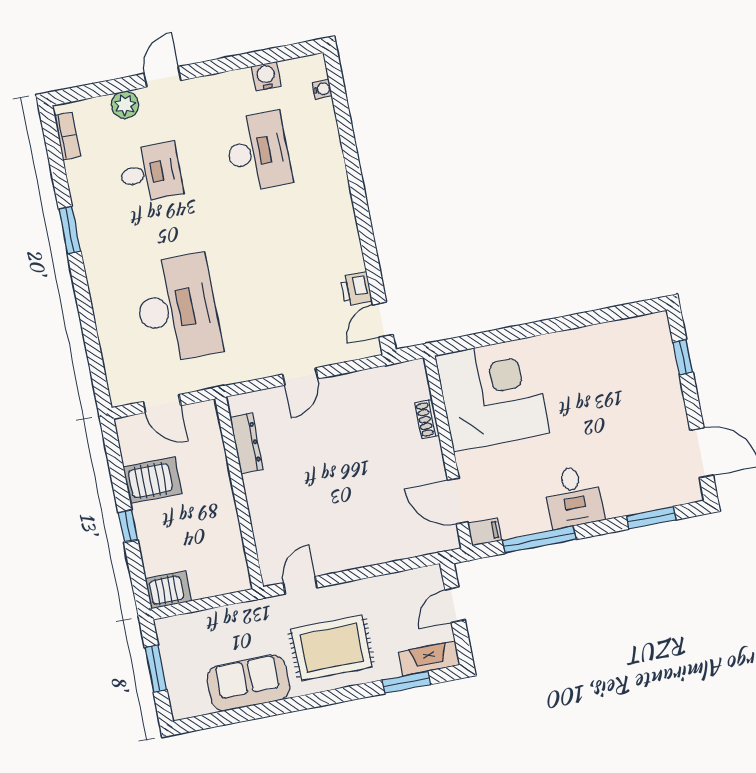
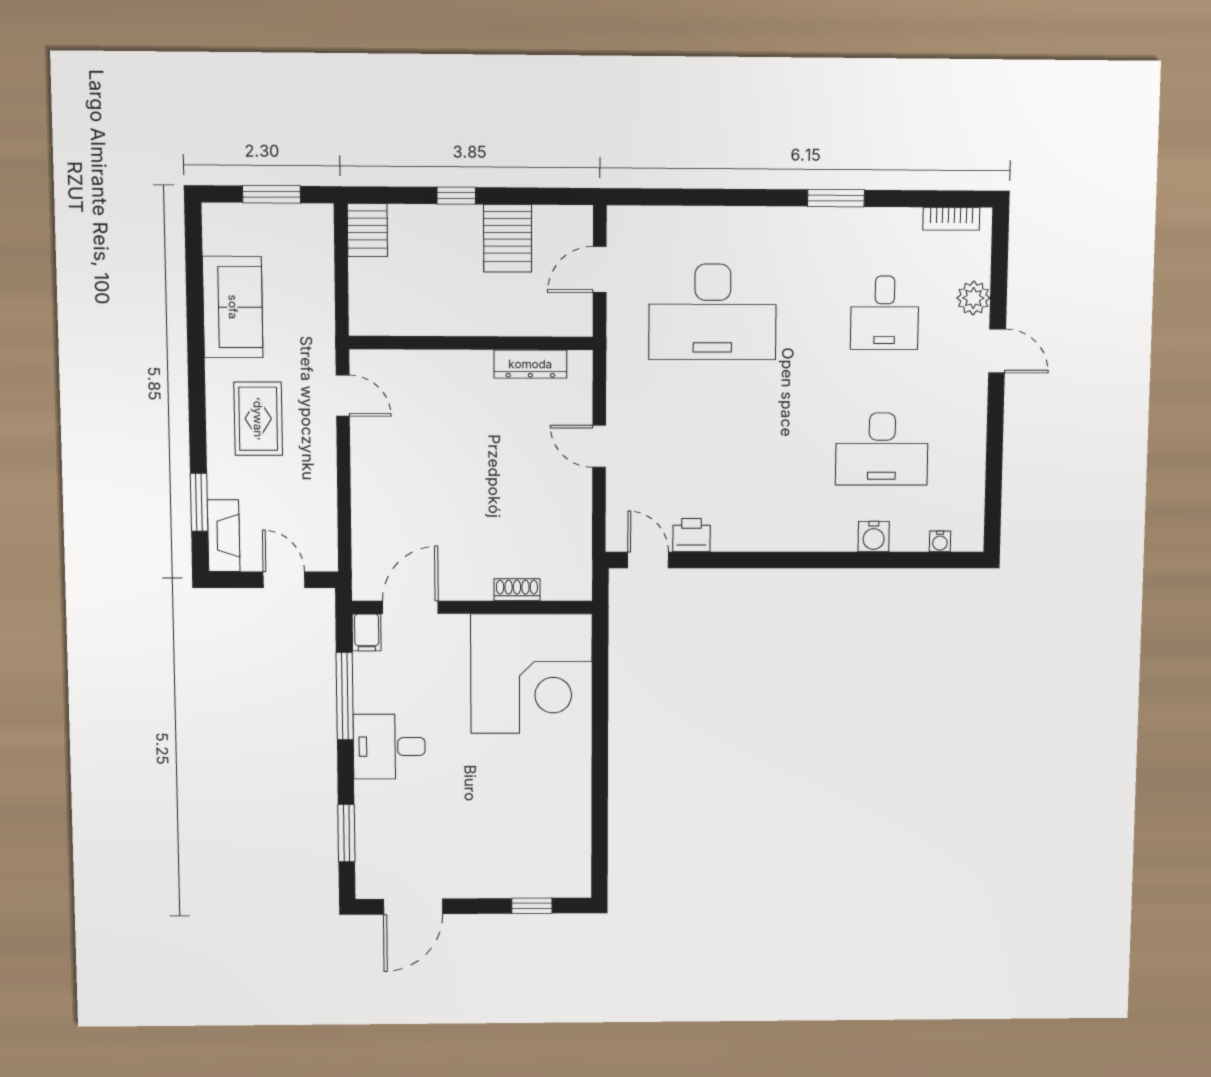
water cooler: (266, 76) -> (874, 537), moved, turned 90
rug: (332, 648) -> (258, 419), width x0.73, depth x0.70

